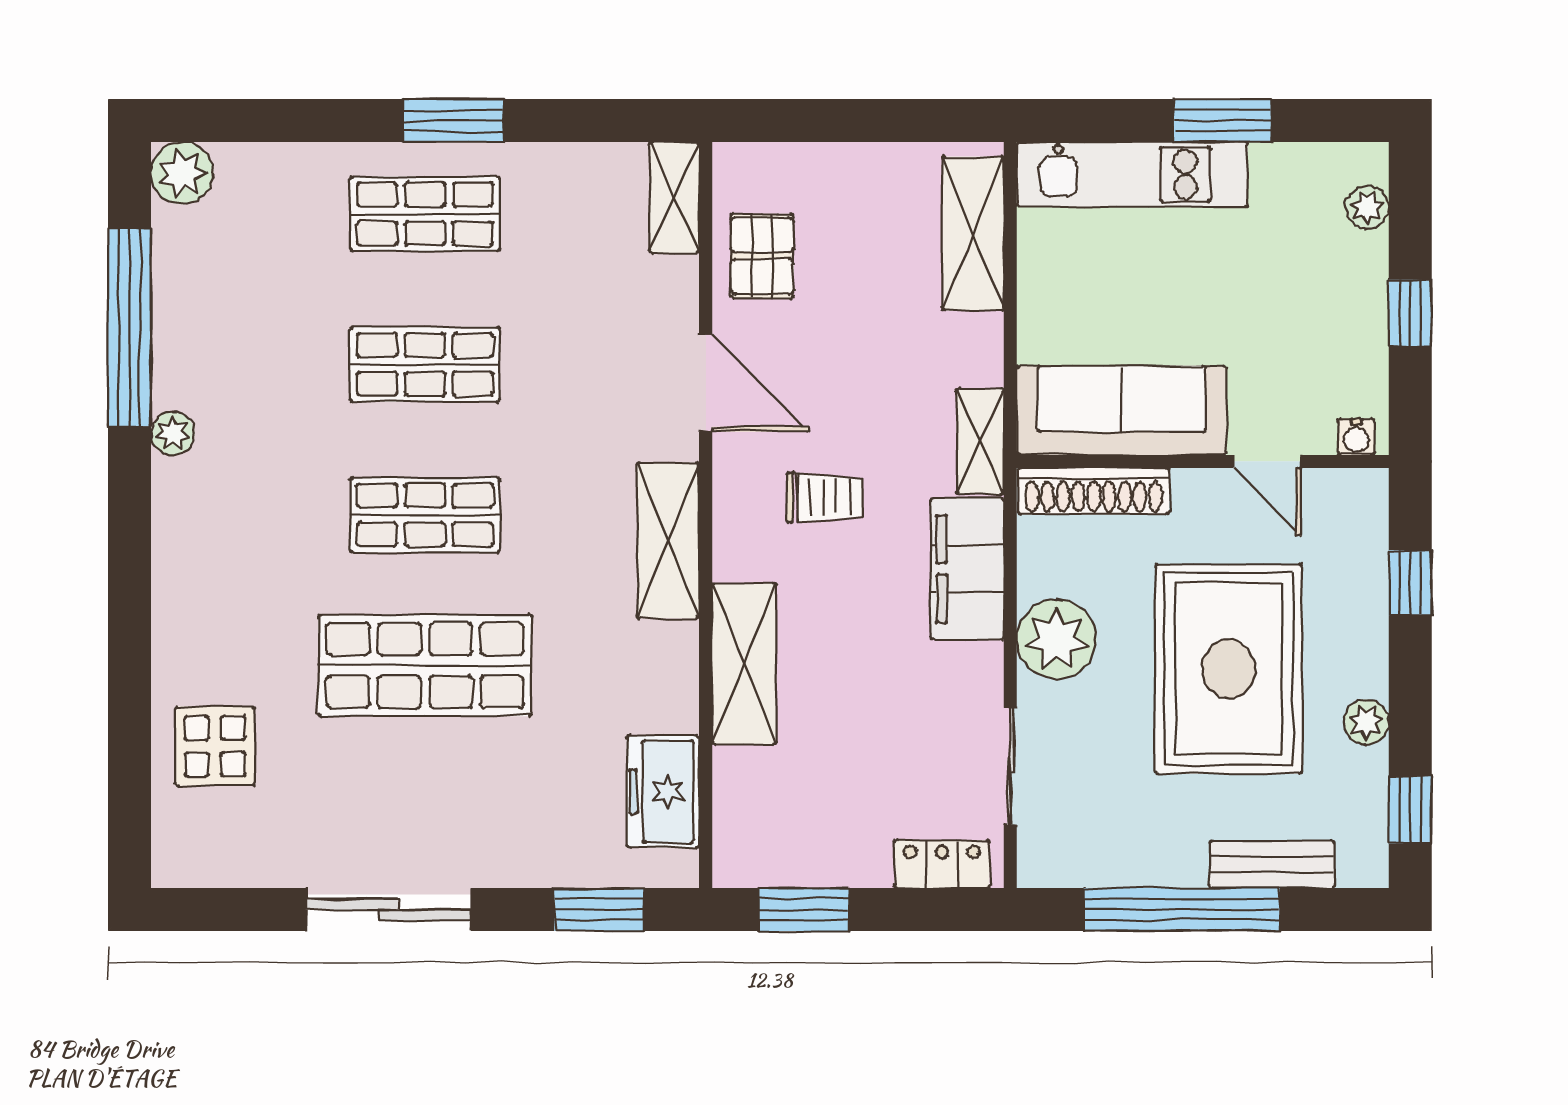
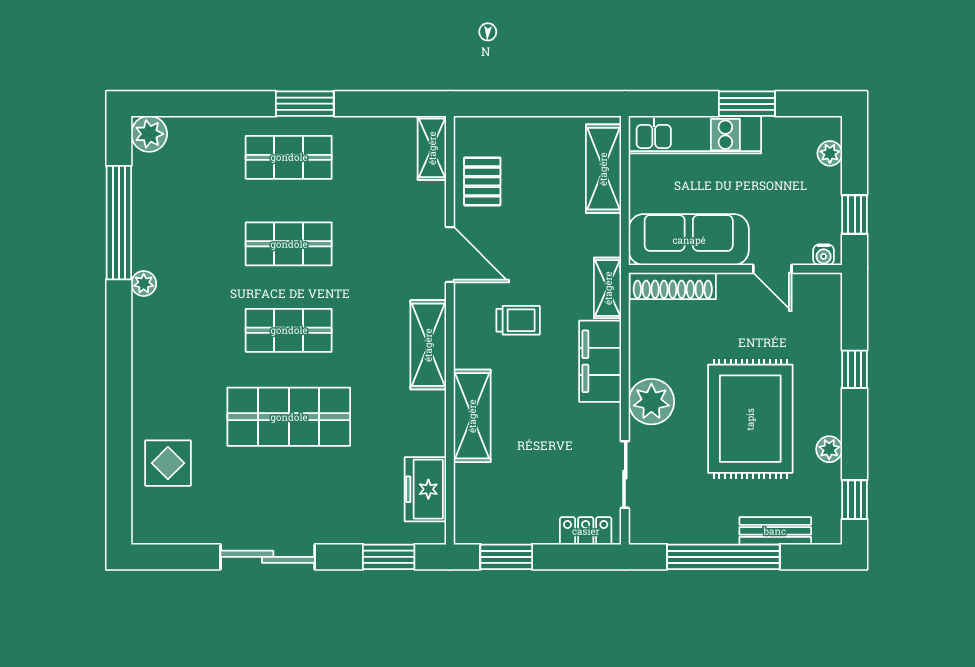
sofa: (1122, 411) -> (689, 240), moved
water cooler: (1356, 437) -> (824, 255), moved
wall: (1203, 461) -> (735, 269), moved
door: (1267, 461) -> (772, 269), moved
shoe rack: (1094, 491) -> (673, 286), moved

